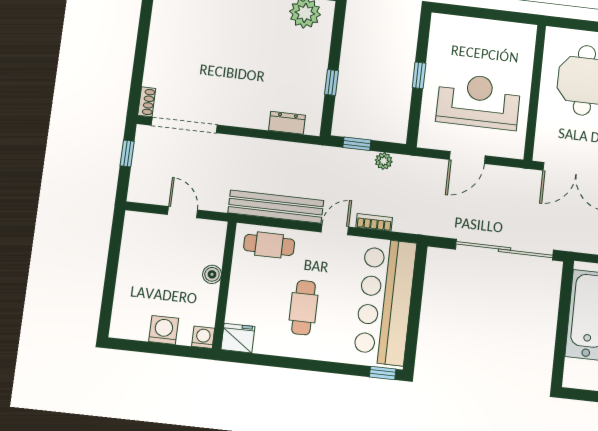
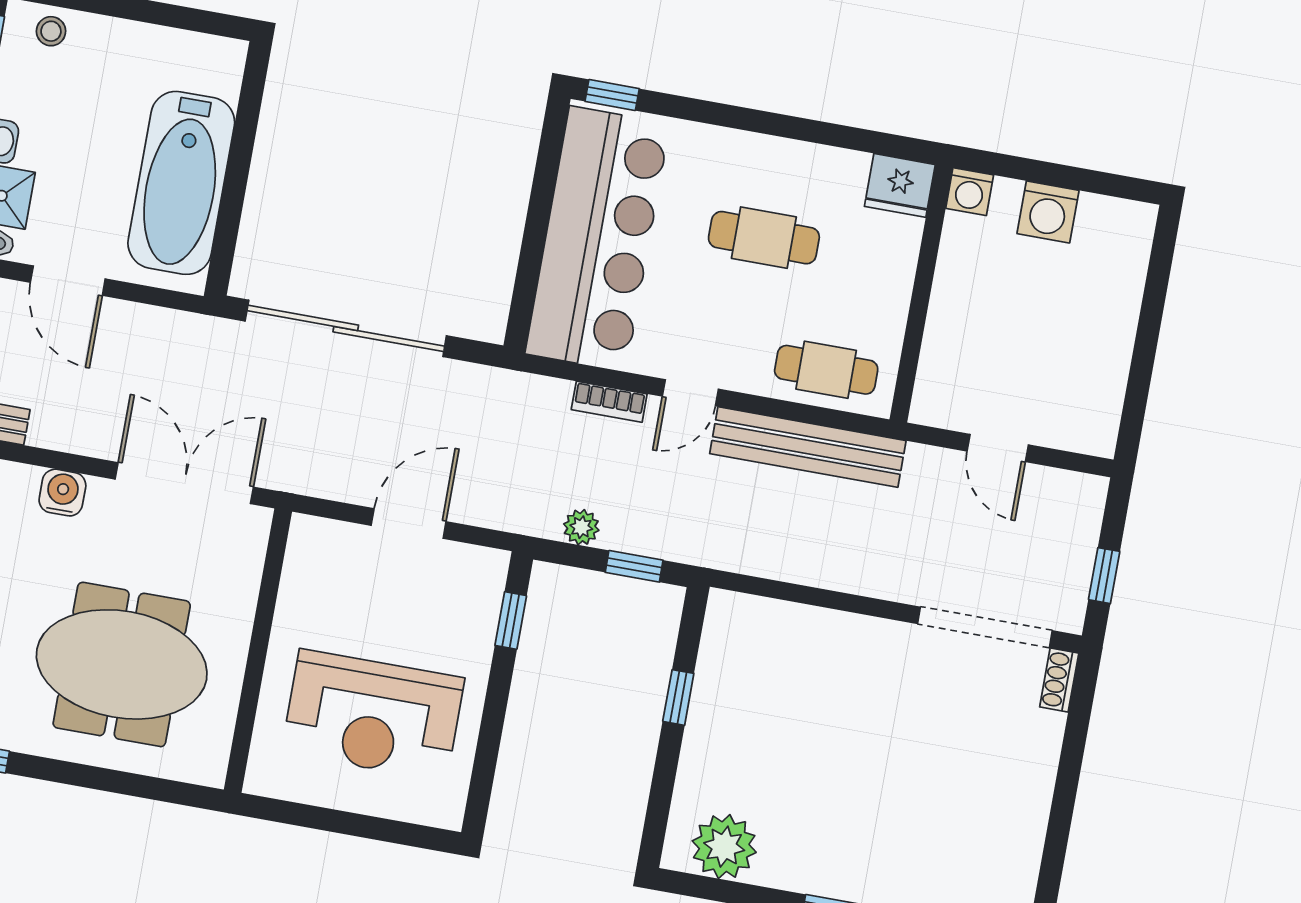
window: (419, 75) -> (511, 620), moved
reception desk: (478, 101) -> (373, 715), moved
dresser: (287, 123) -> (775, 619), removed
boiler: (212, 274) -> (945, 318), removed
cafe table: (304, 308) -> (764, 238), turned 90

